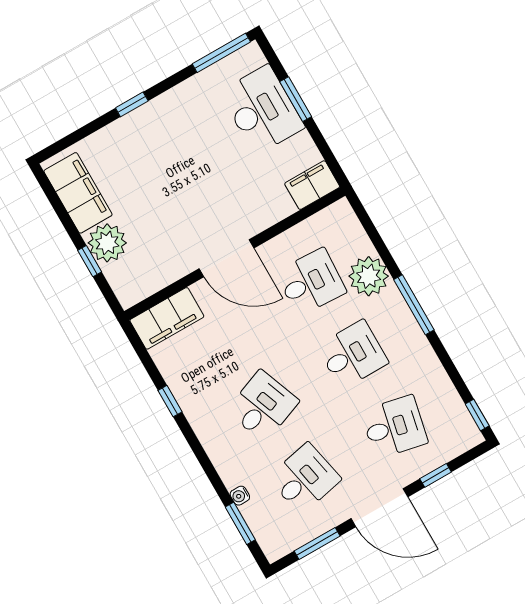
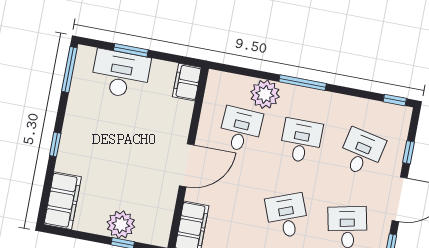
filing cabinet: (78, 193) -> (63, 201), moved, turned 90

